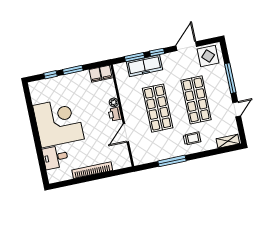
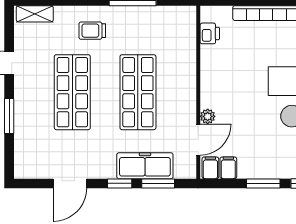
display table: (208, 56) -> (38, 160), removed
window: (230, 78) -> (9, 116), width x0.69
printer: (115, 114) -> (210, 33), moved
door: (126, 133) -> (198, 140), moved

